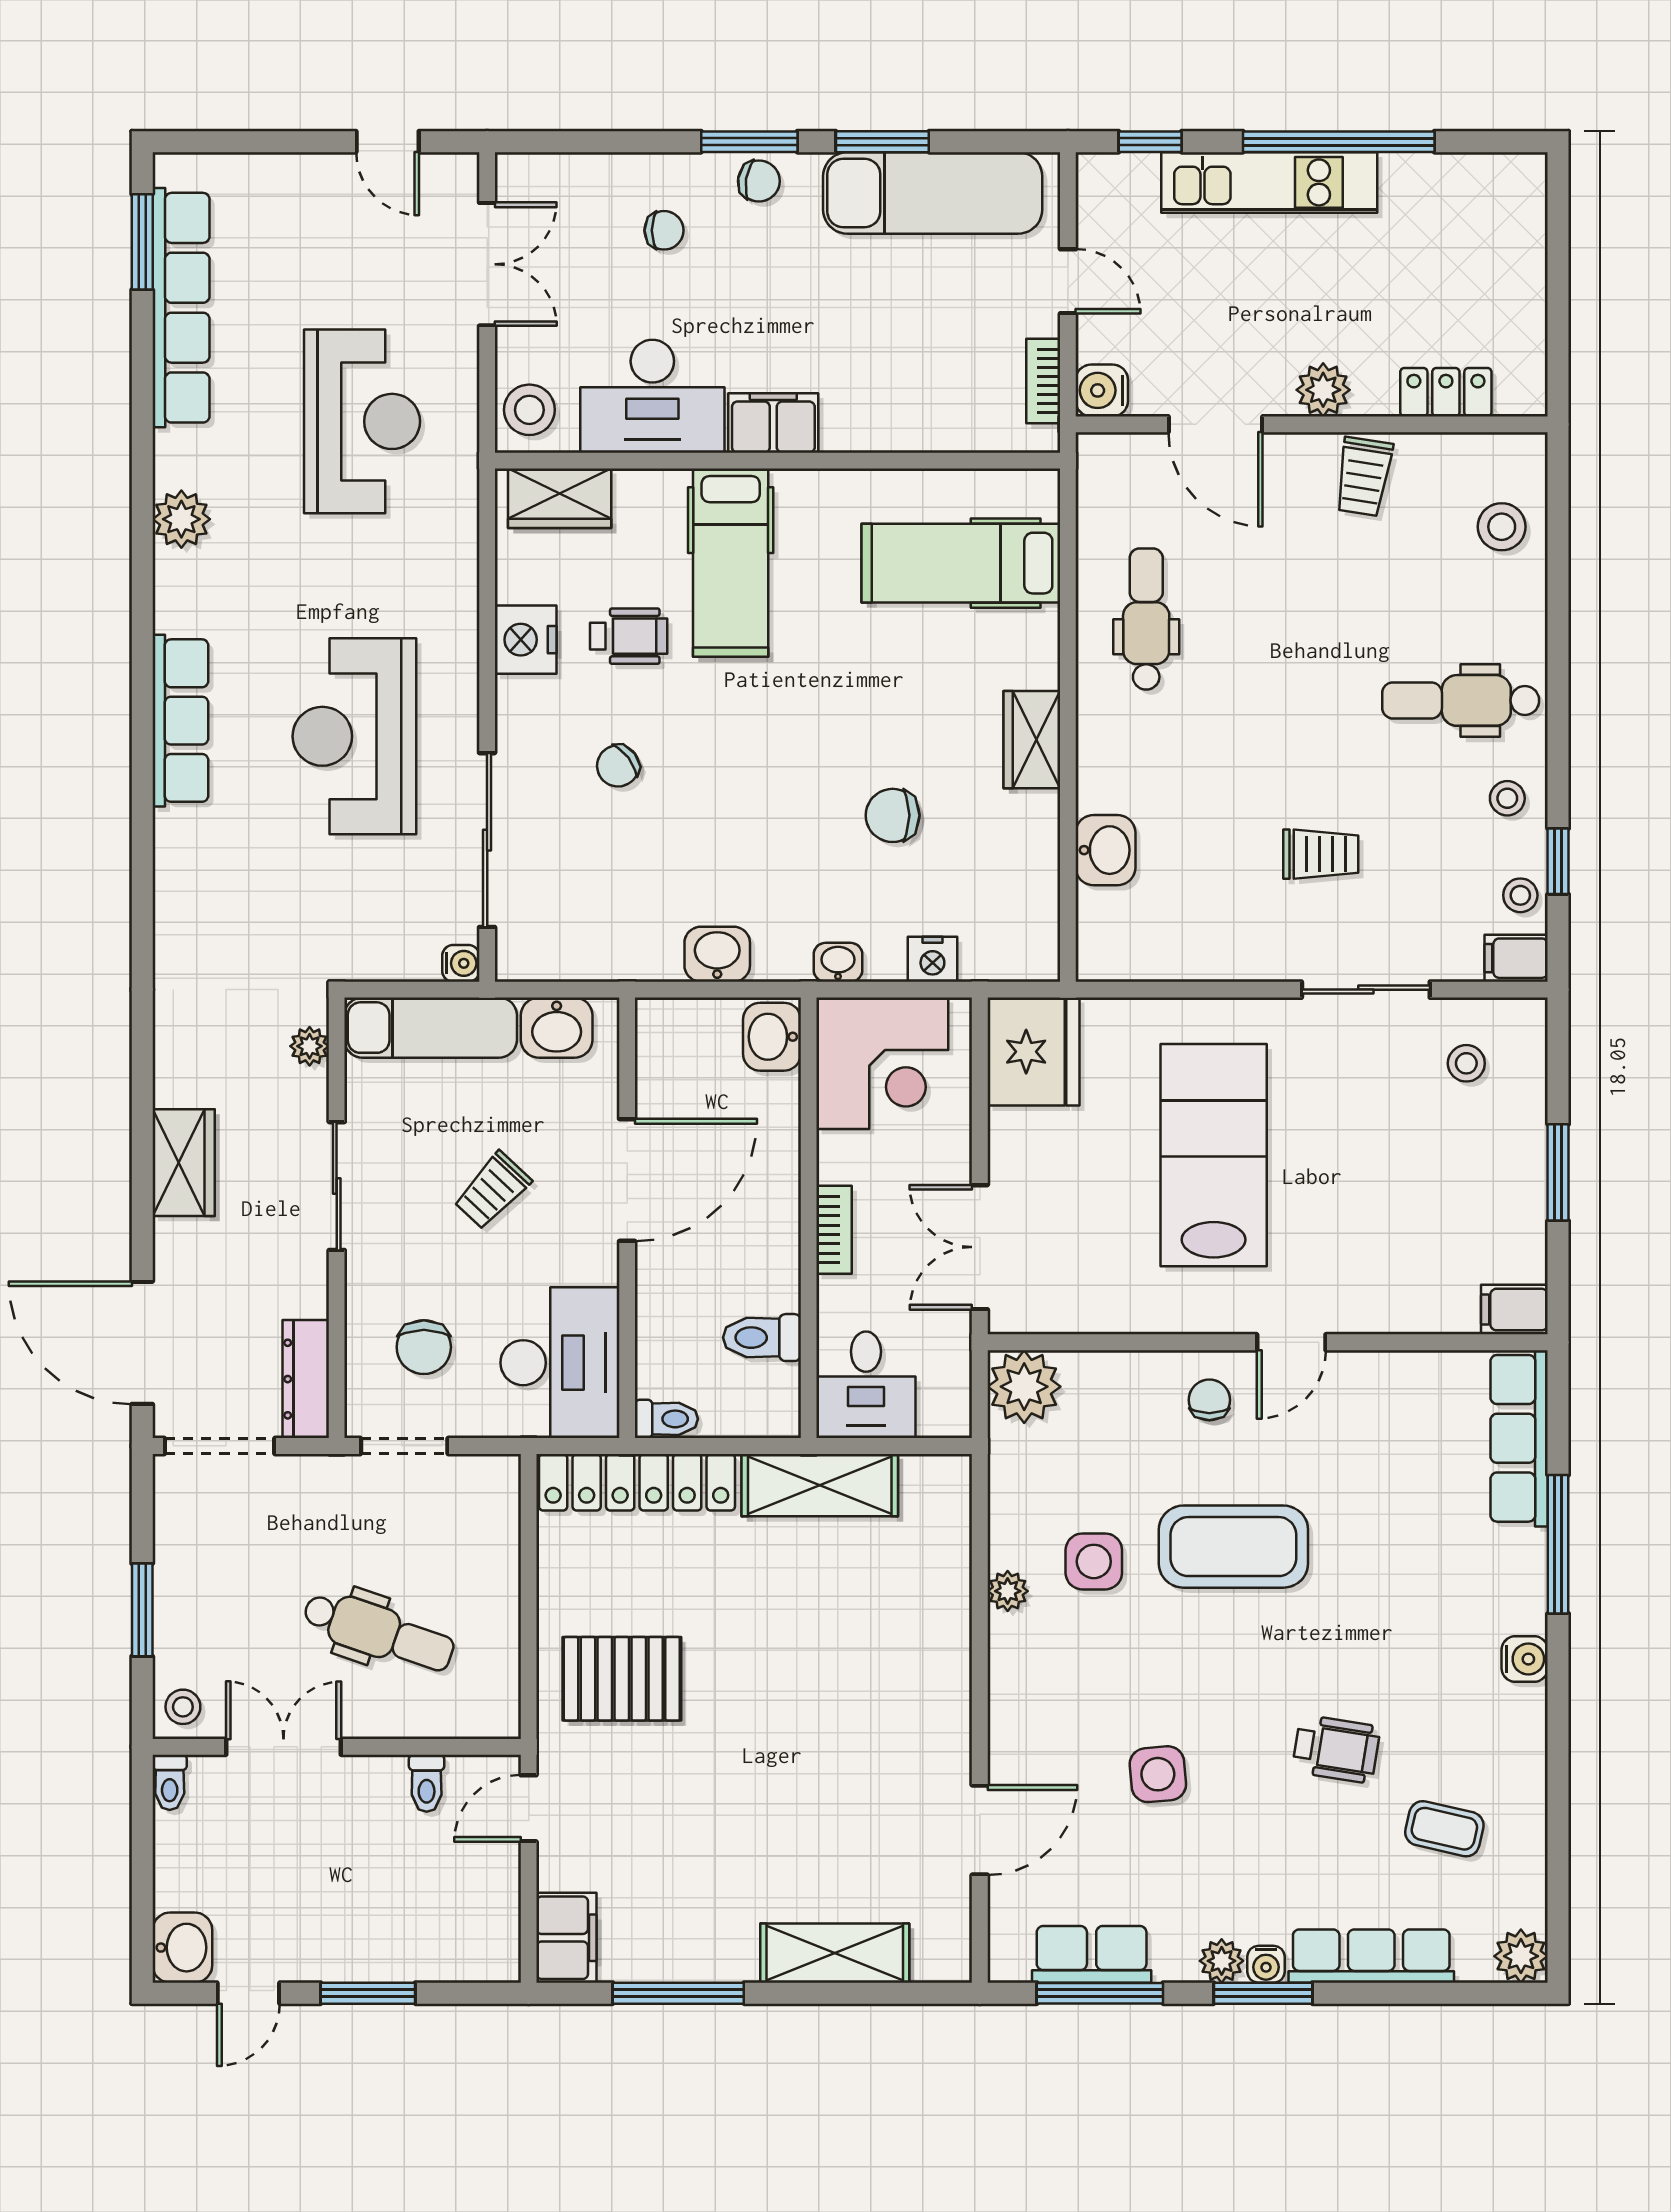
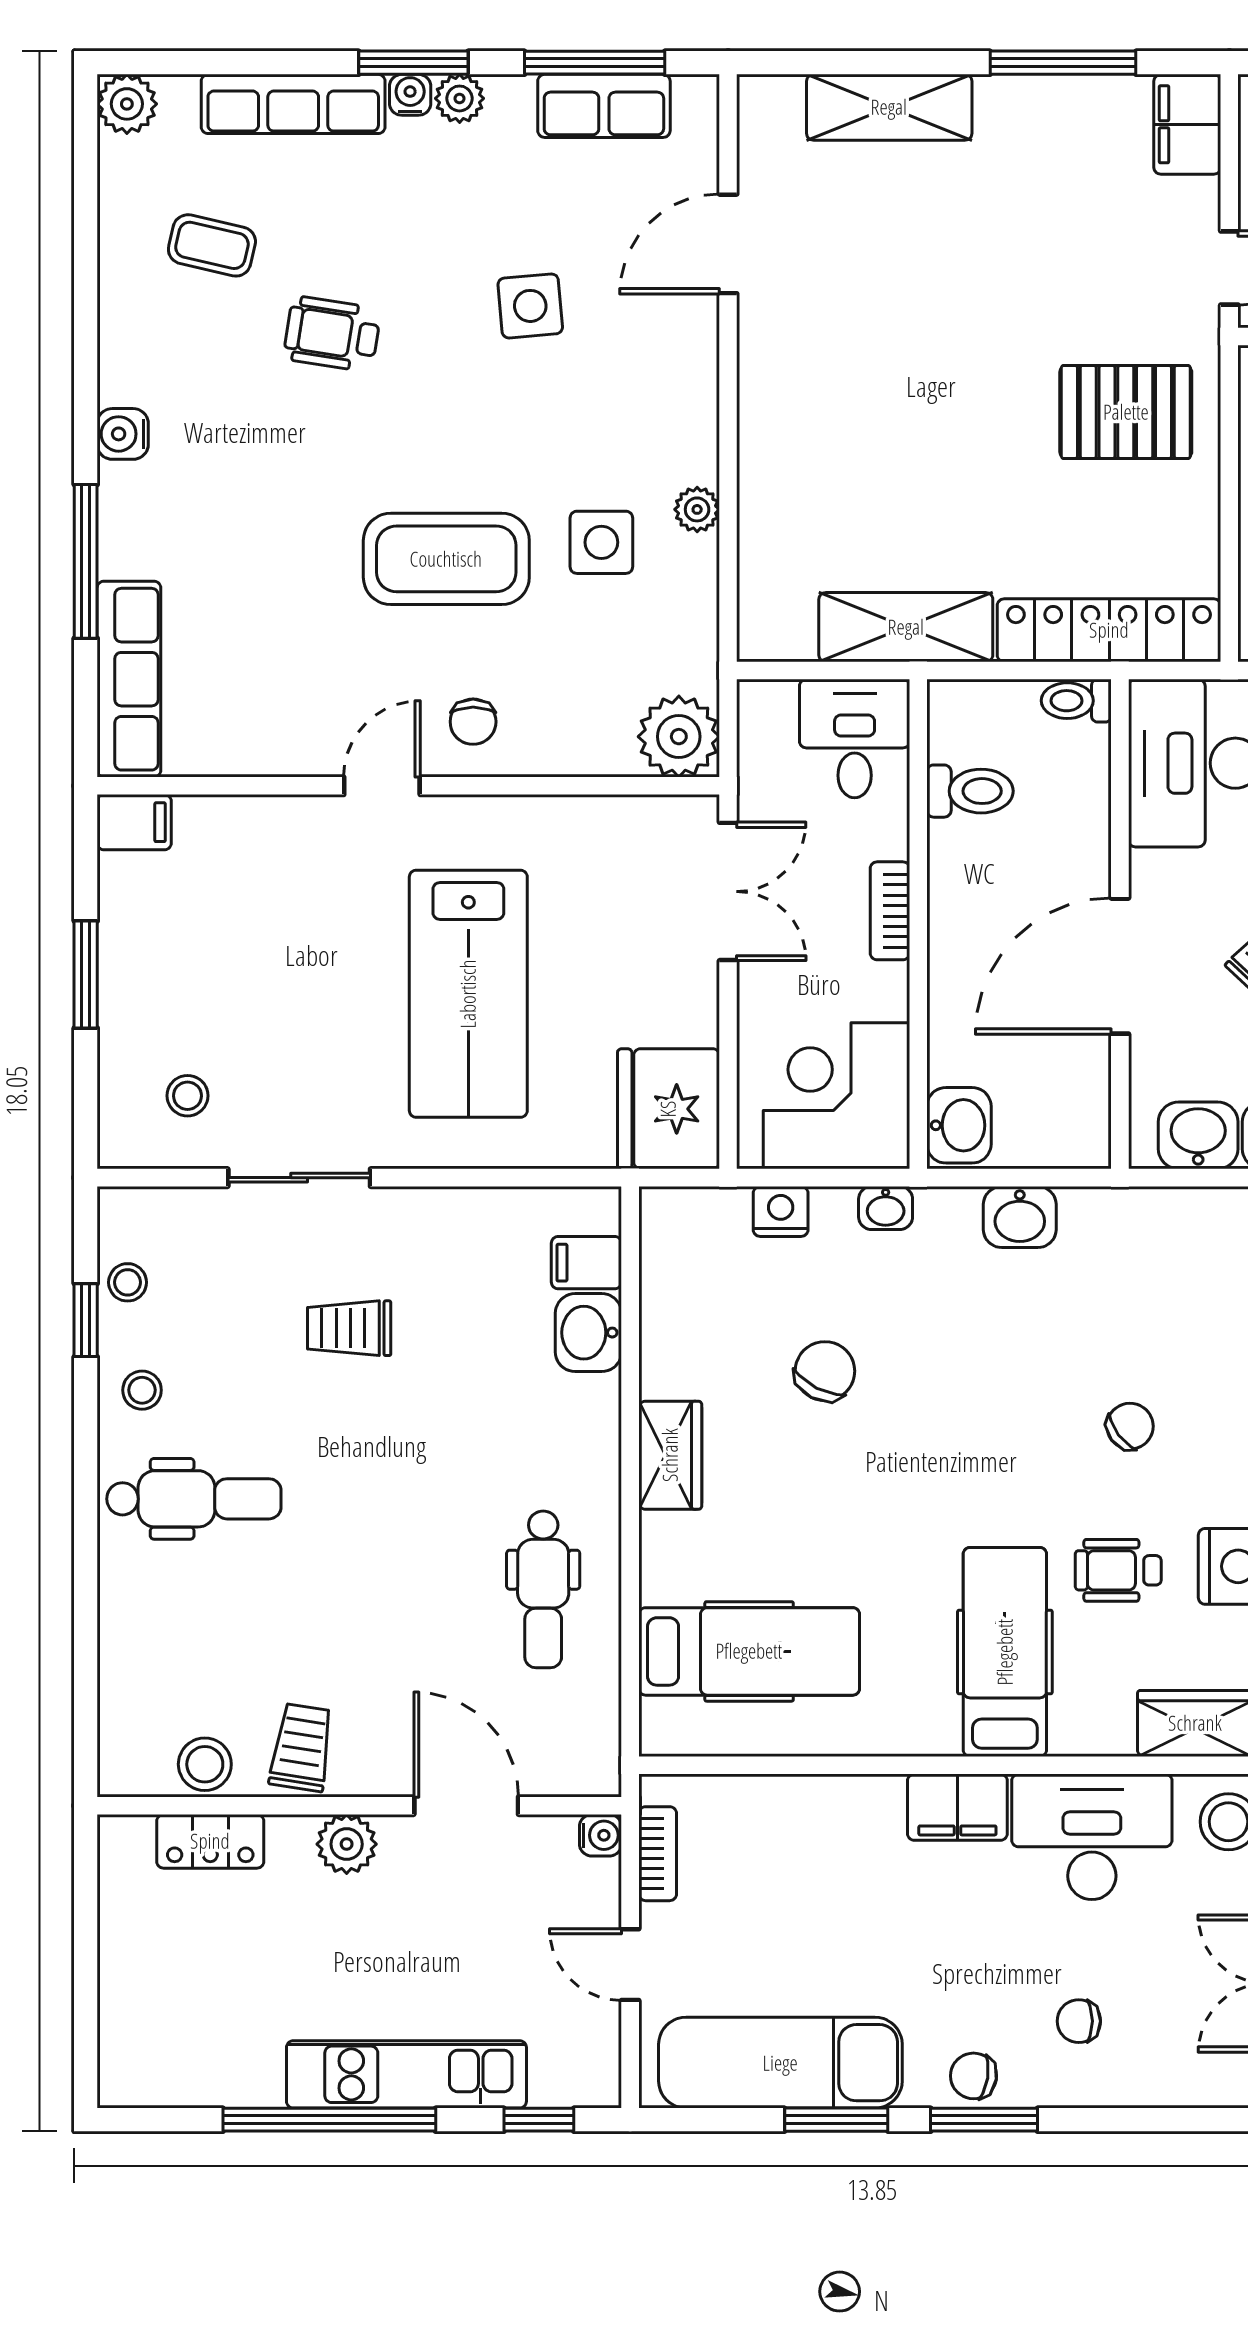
water cooler: (1102, 390) -> (601, 1835), width x0.72, depth x0.72
stool: (1502, 527) -> (205, 1764), moved
chair: (893, 815) -> (825, 1371), turned -63
filing cabinet: (1516, 958) -> (586, 1263), moved, turned 180

